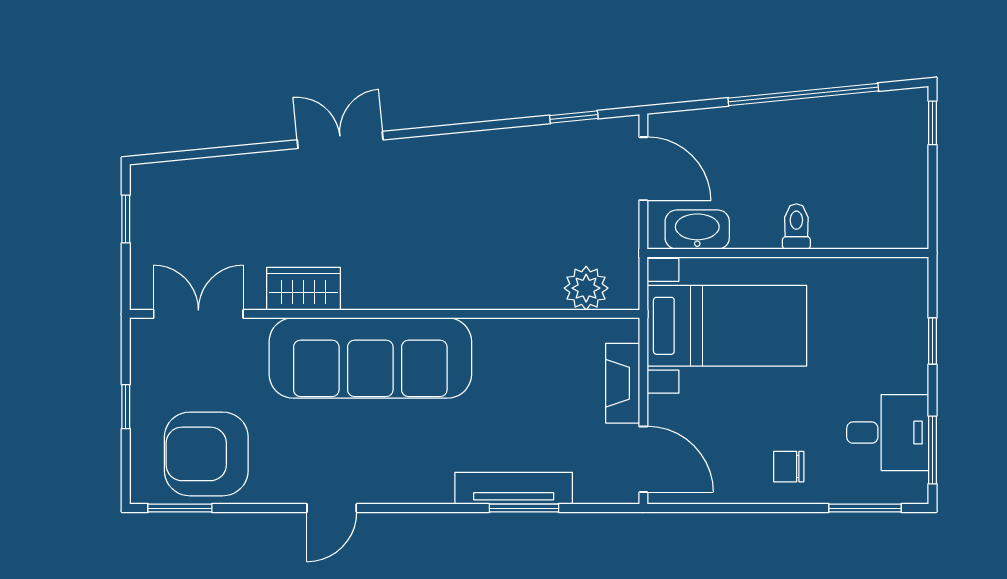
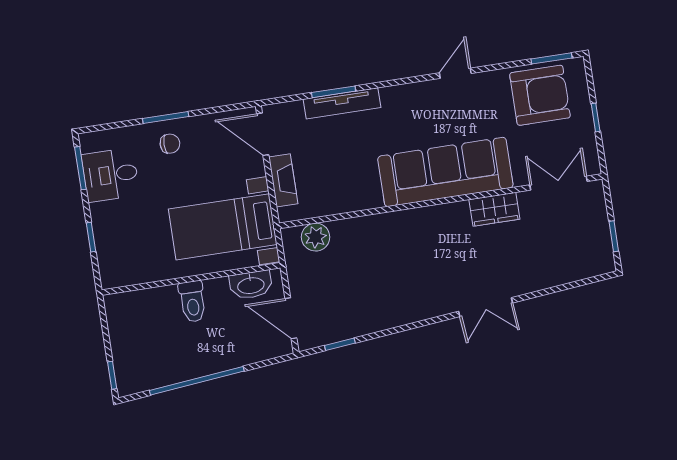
toilet: (796, 227) -> (192, 302), width x1.37, depth x1.39
double door: (198, 314) -> (559, 183), swing flipped
window: (865, 508) -> (166, 117), moved

